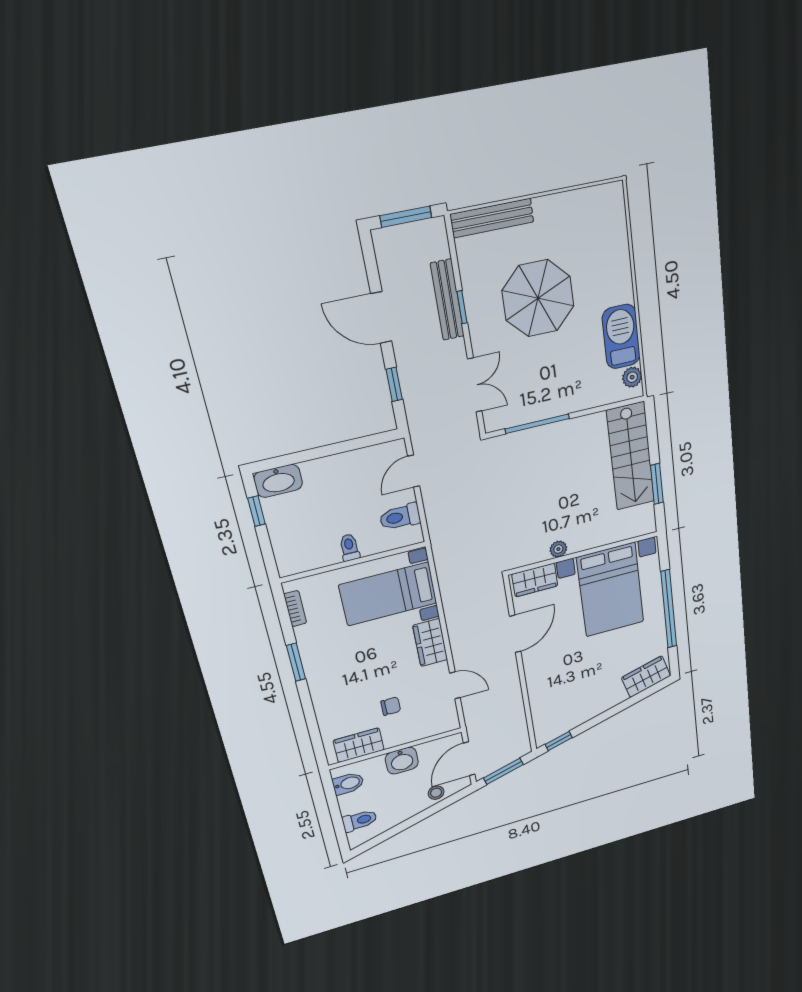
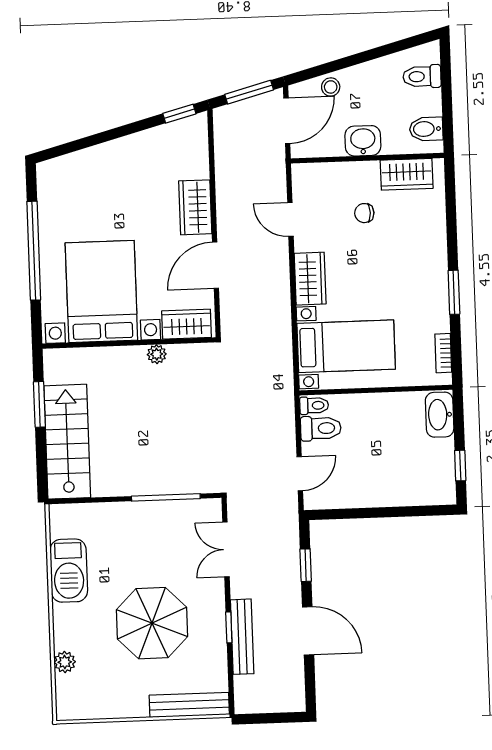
window: (406, 217) -> (271, 718), removed
plant: (632, 377) -> (65, 662), moved
washbasin: (278, 481) -> (440, 415), moved, turned -90
toilet: (349, 547) -> (314, 405), moved, turned -90
wardrobe: (646, 677) -> (195, 207), moved, turned 105

